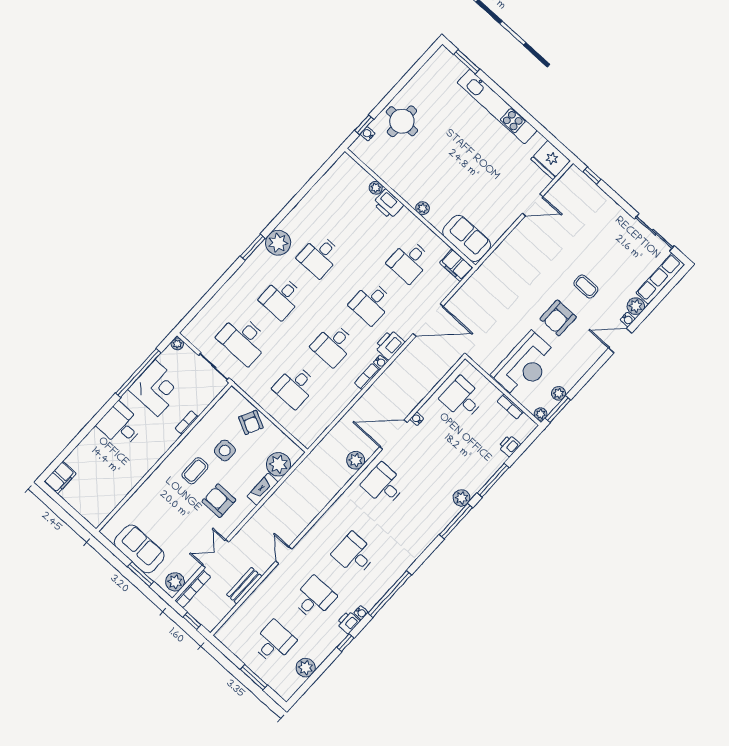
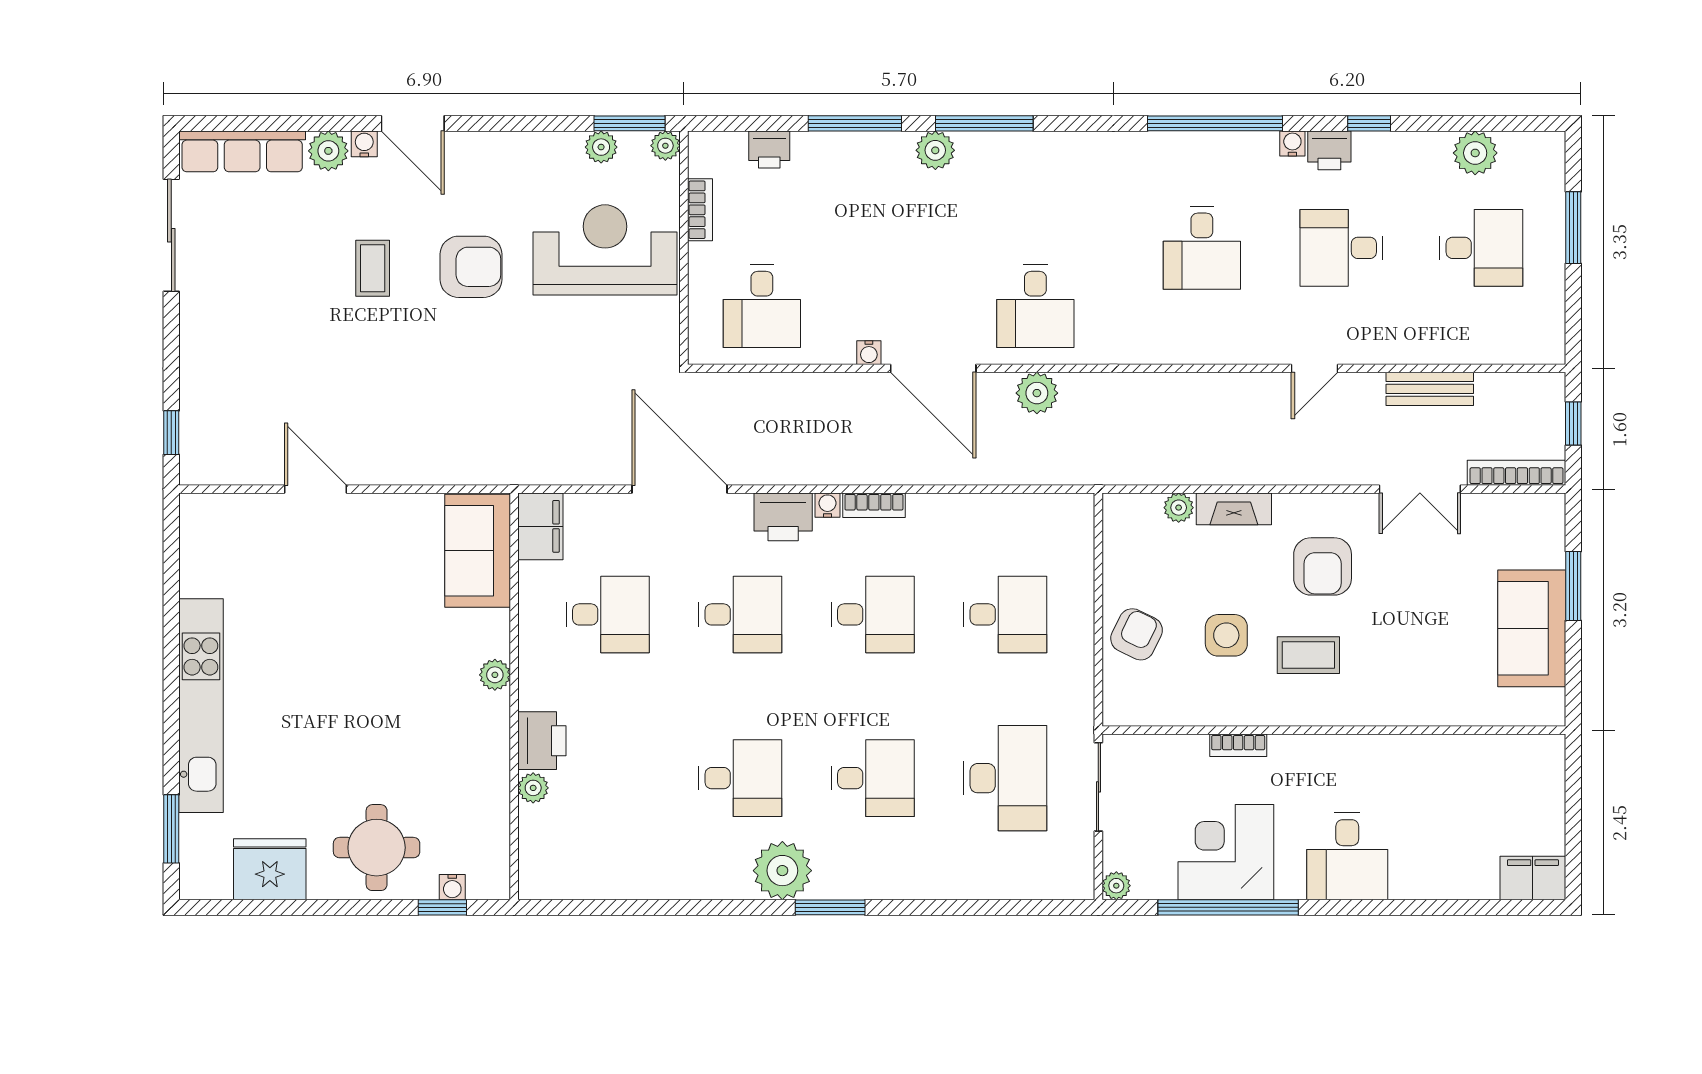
fridge: (551, 160) -> (270, 869), moved, turned -90
plant: (278, 464) -> (1179, 508), width x0.53, depth x0.53
plant: (175, 582) -> (1532, 514), removed
desk: (274, 642) -> (1481, 248), turned 180

